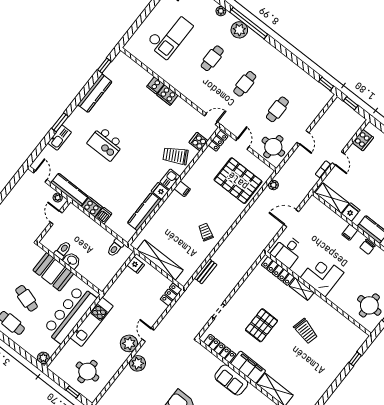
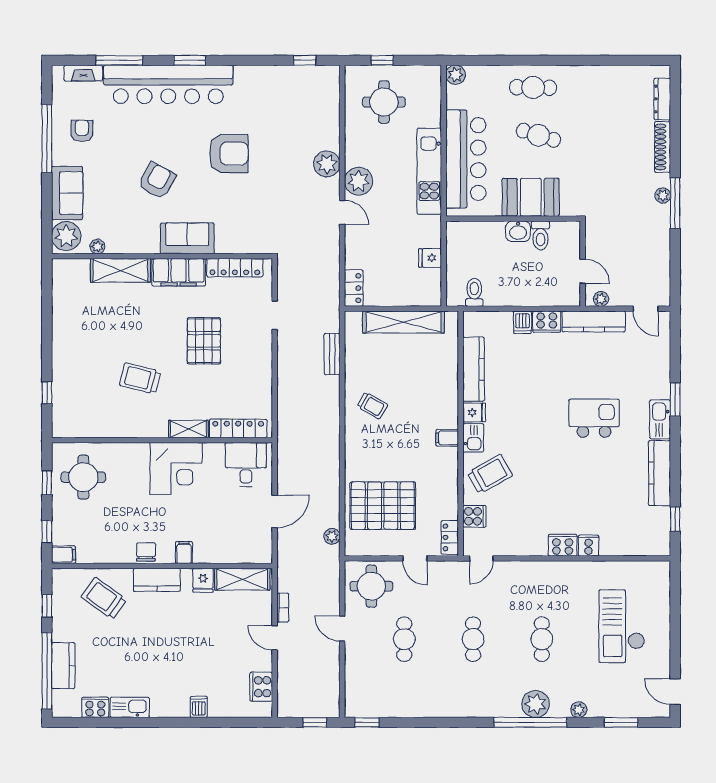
kitchen sink: (59, 138) -> (660, 419), moved
fridge: (136, 265) -> (430, 258), moved

